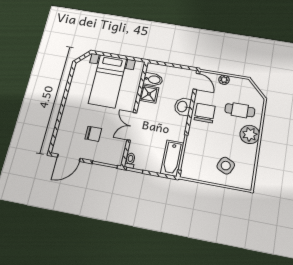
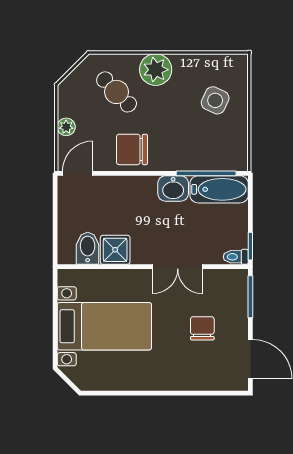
washbasin: (183, 107) -> (173, 188), moved
cafe table: (240, 110) -> (117, 92), turned -44

